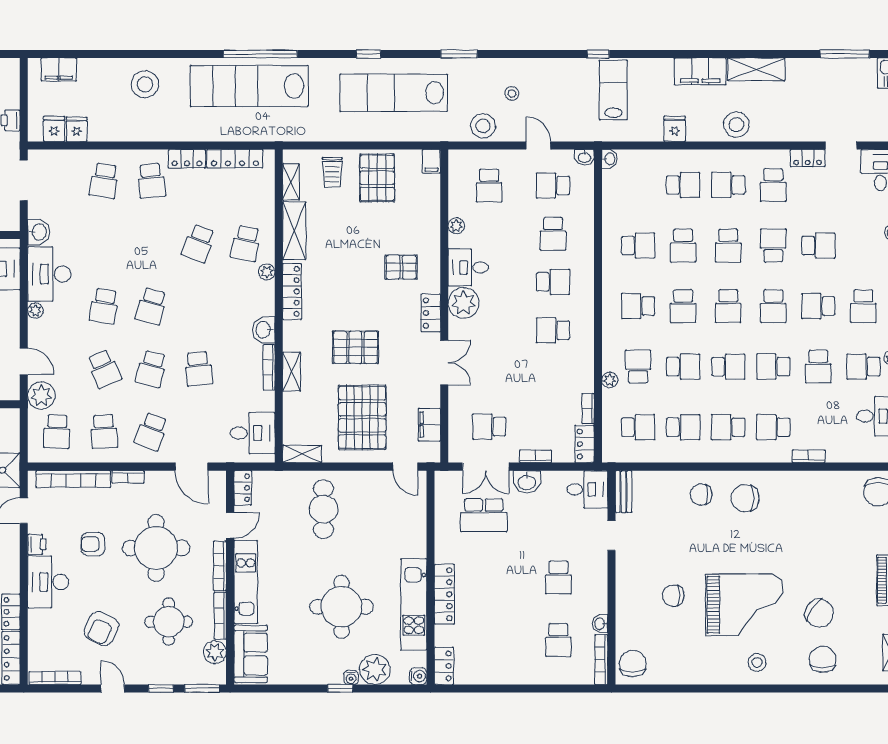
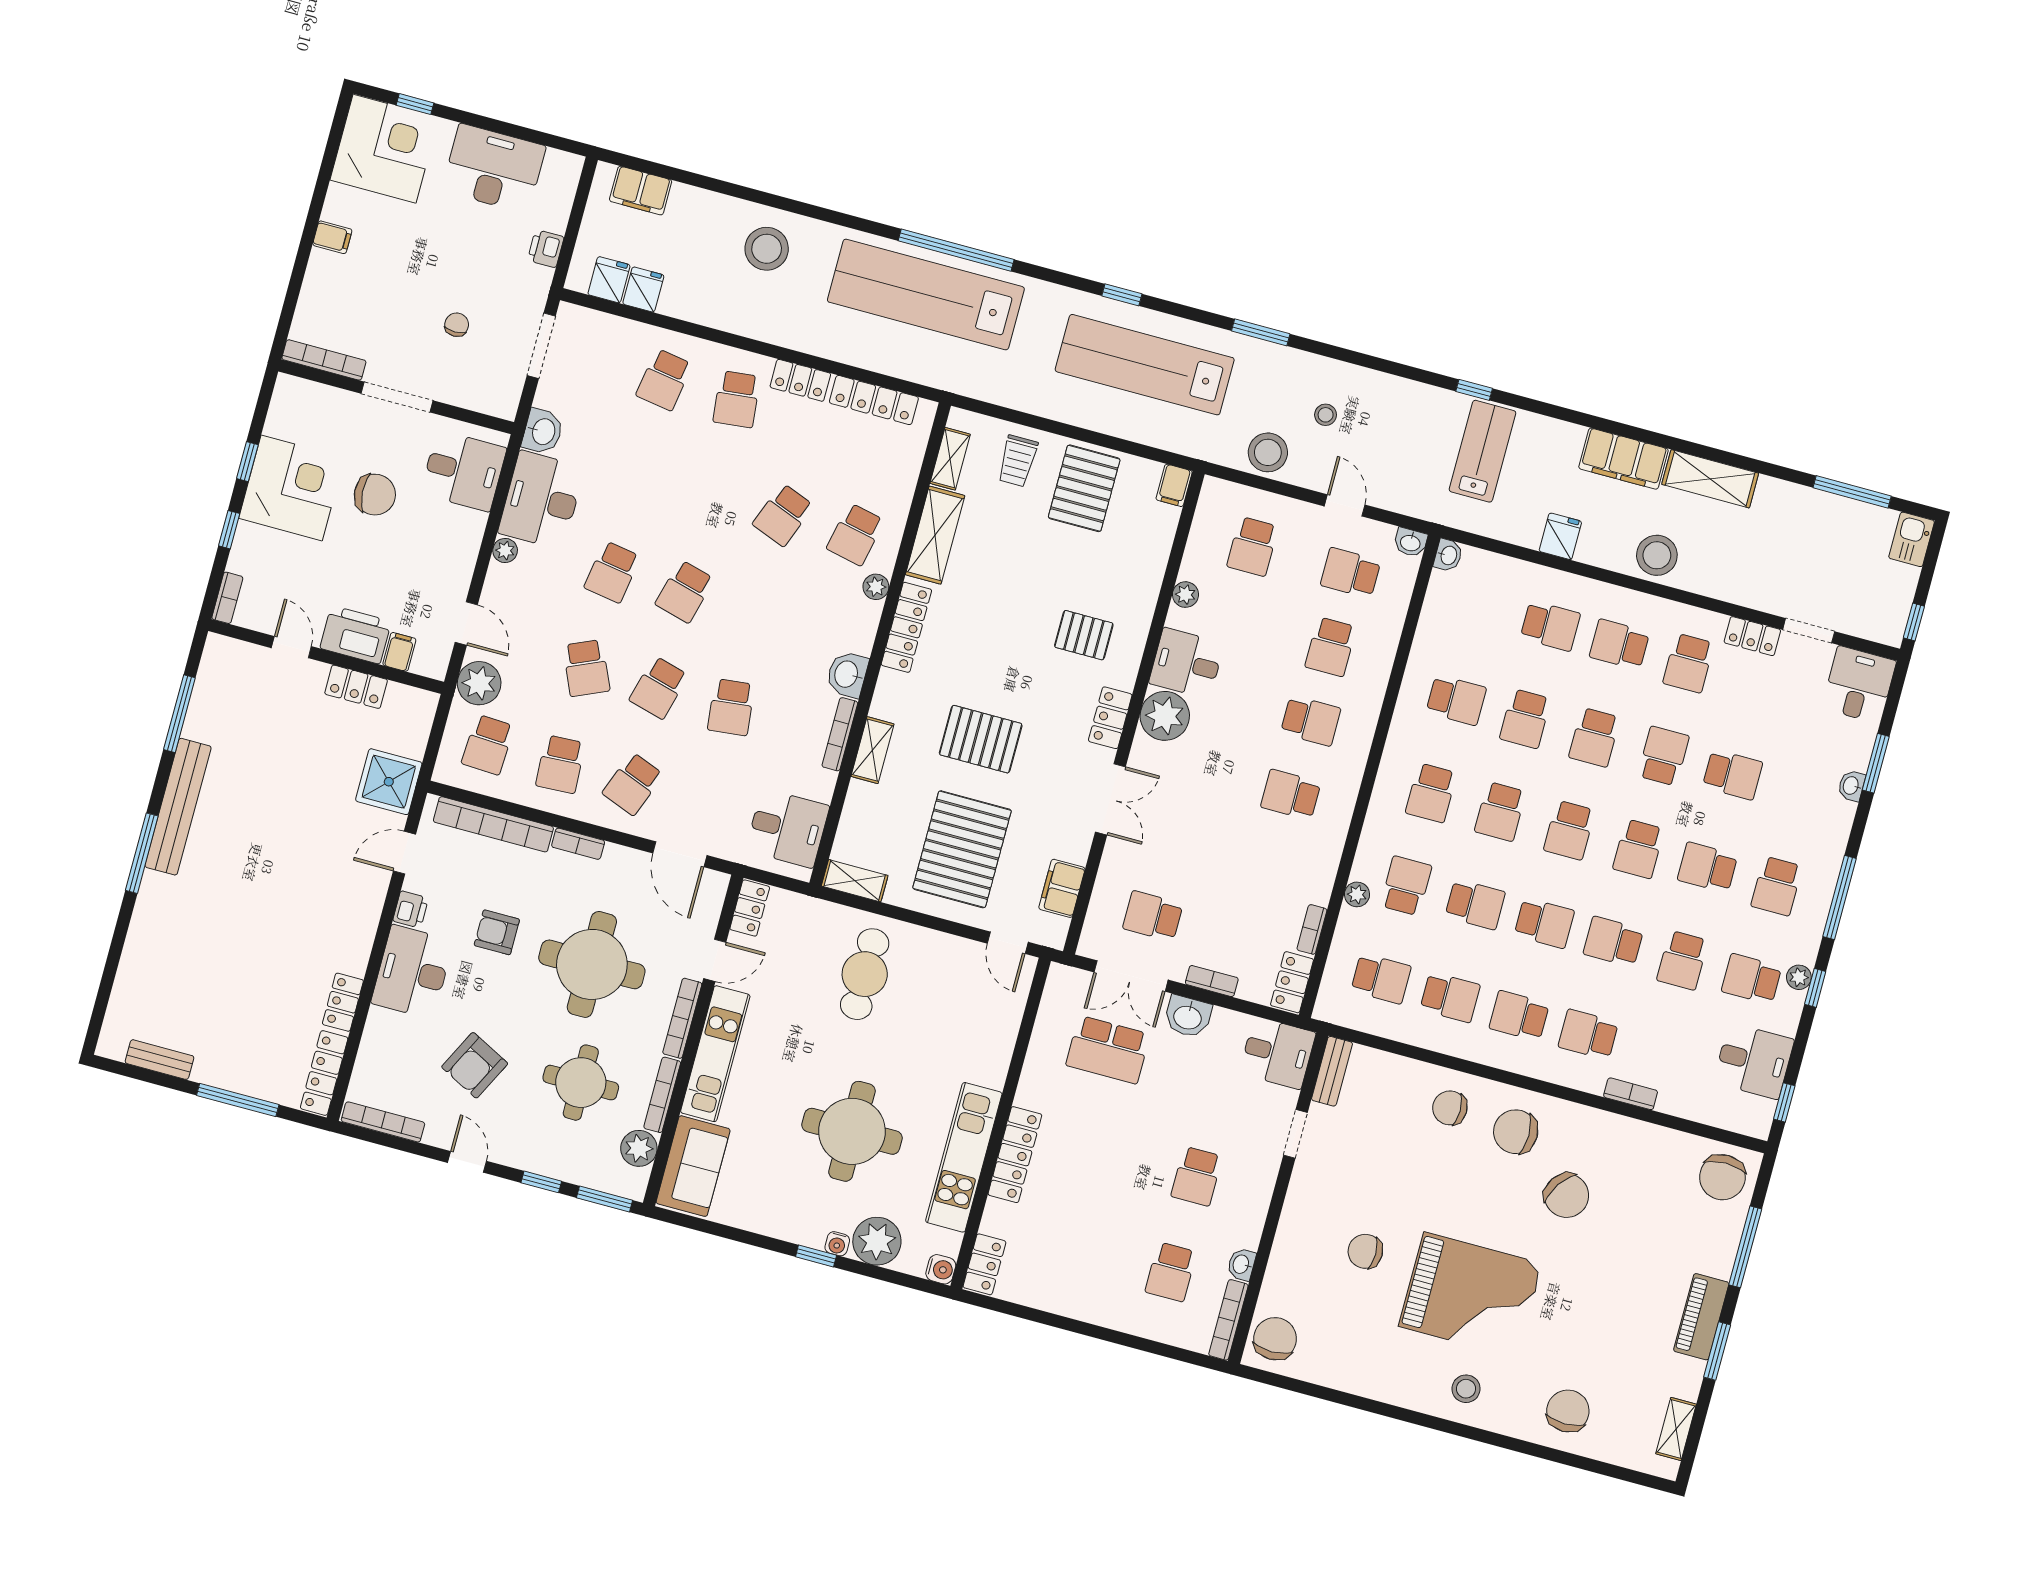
school desk: (638, 306) -> (1431, 793), turned -90
chair: (819, 613) -> (1567, 1196), moved

